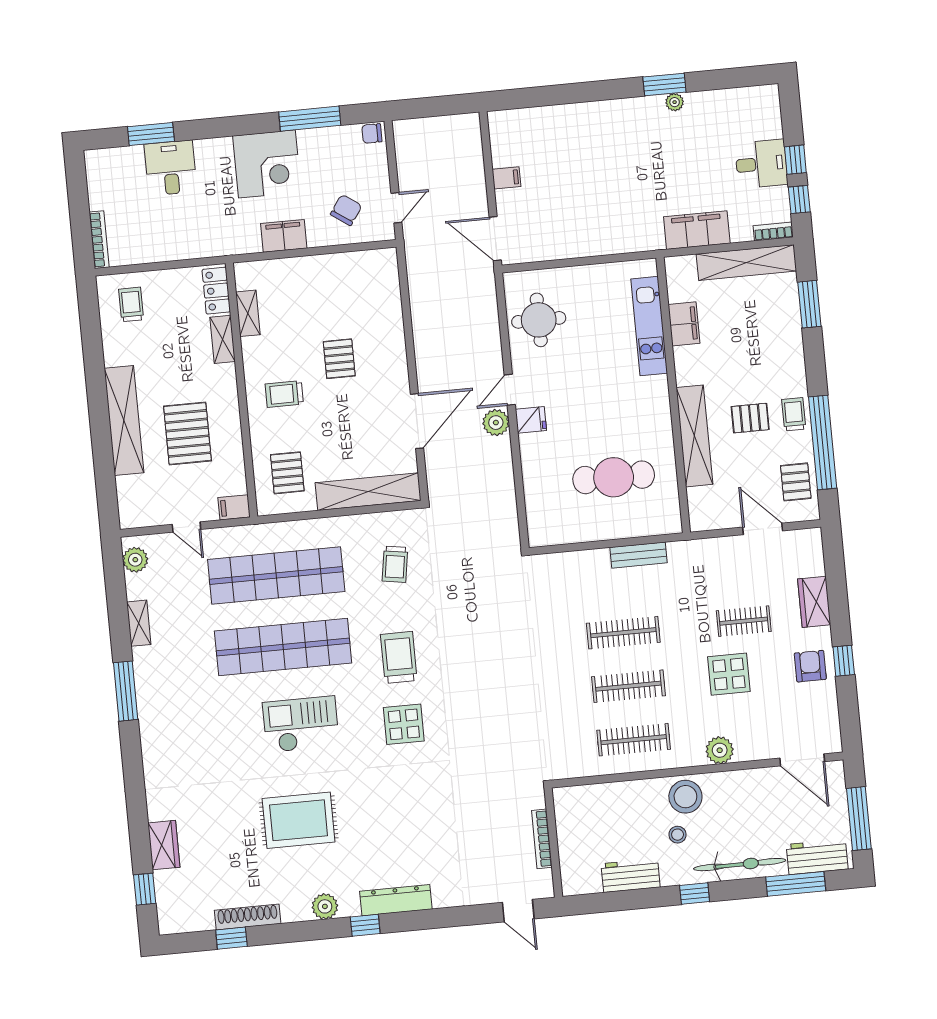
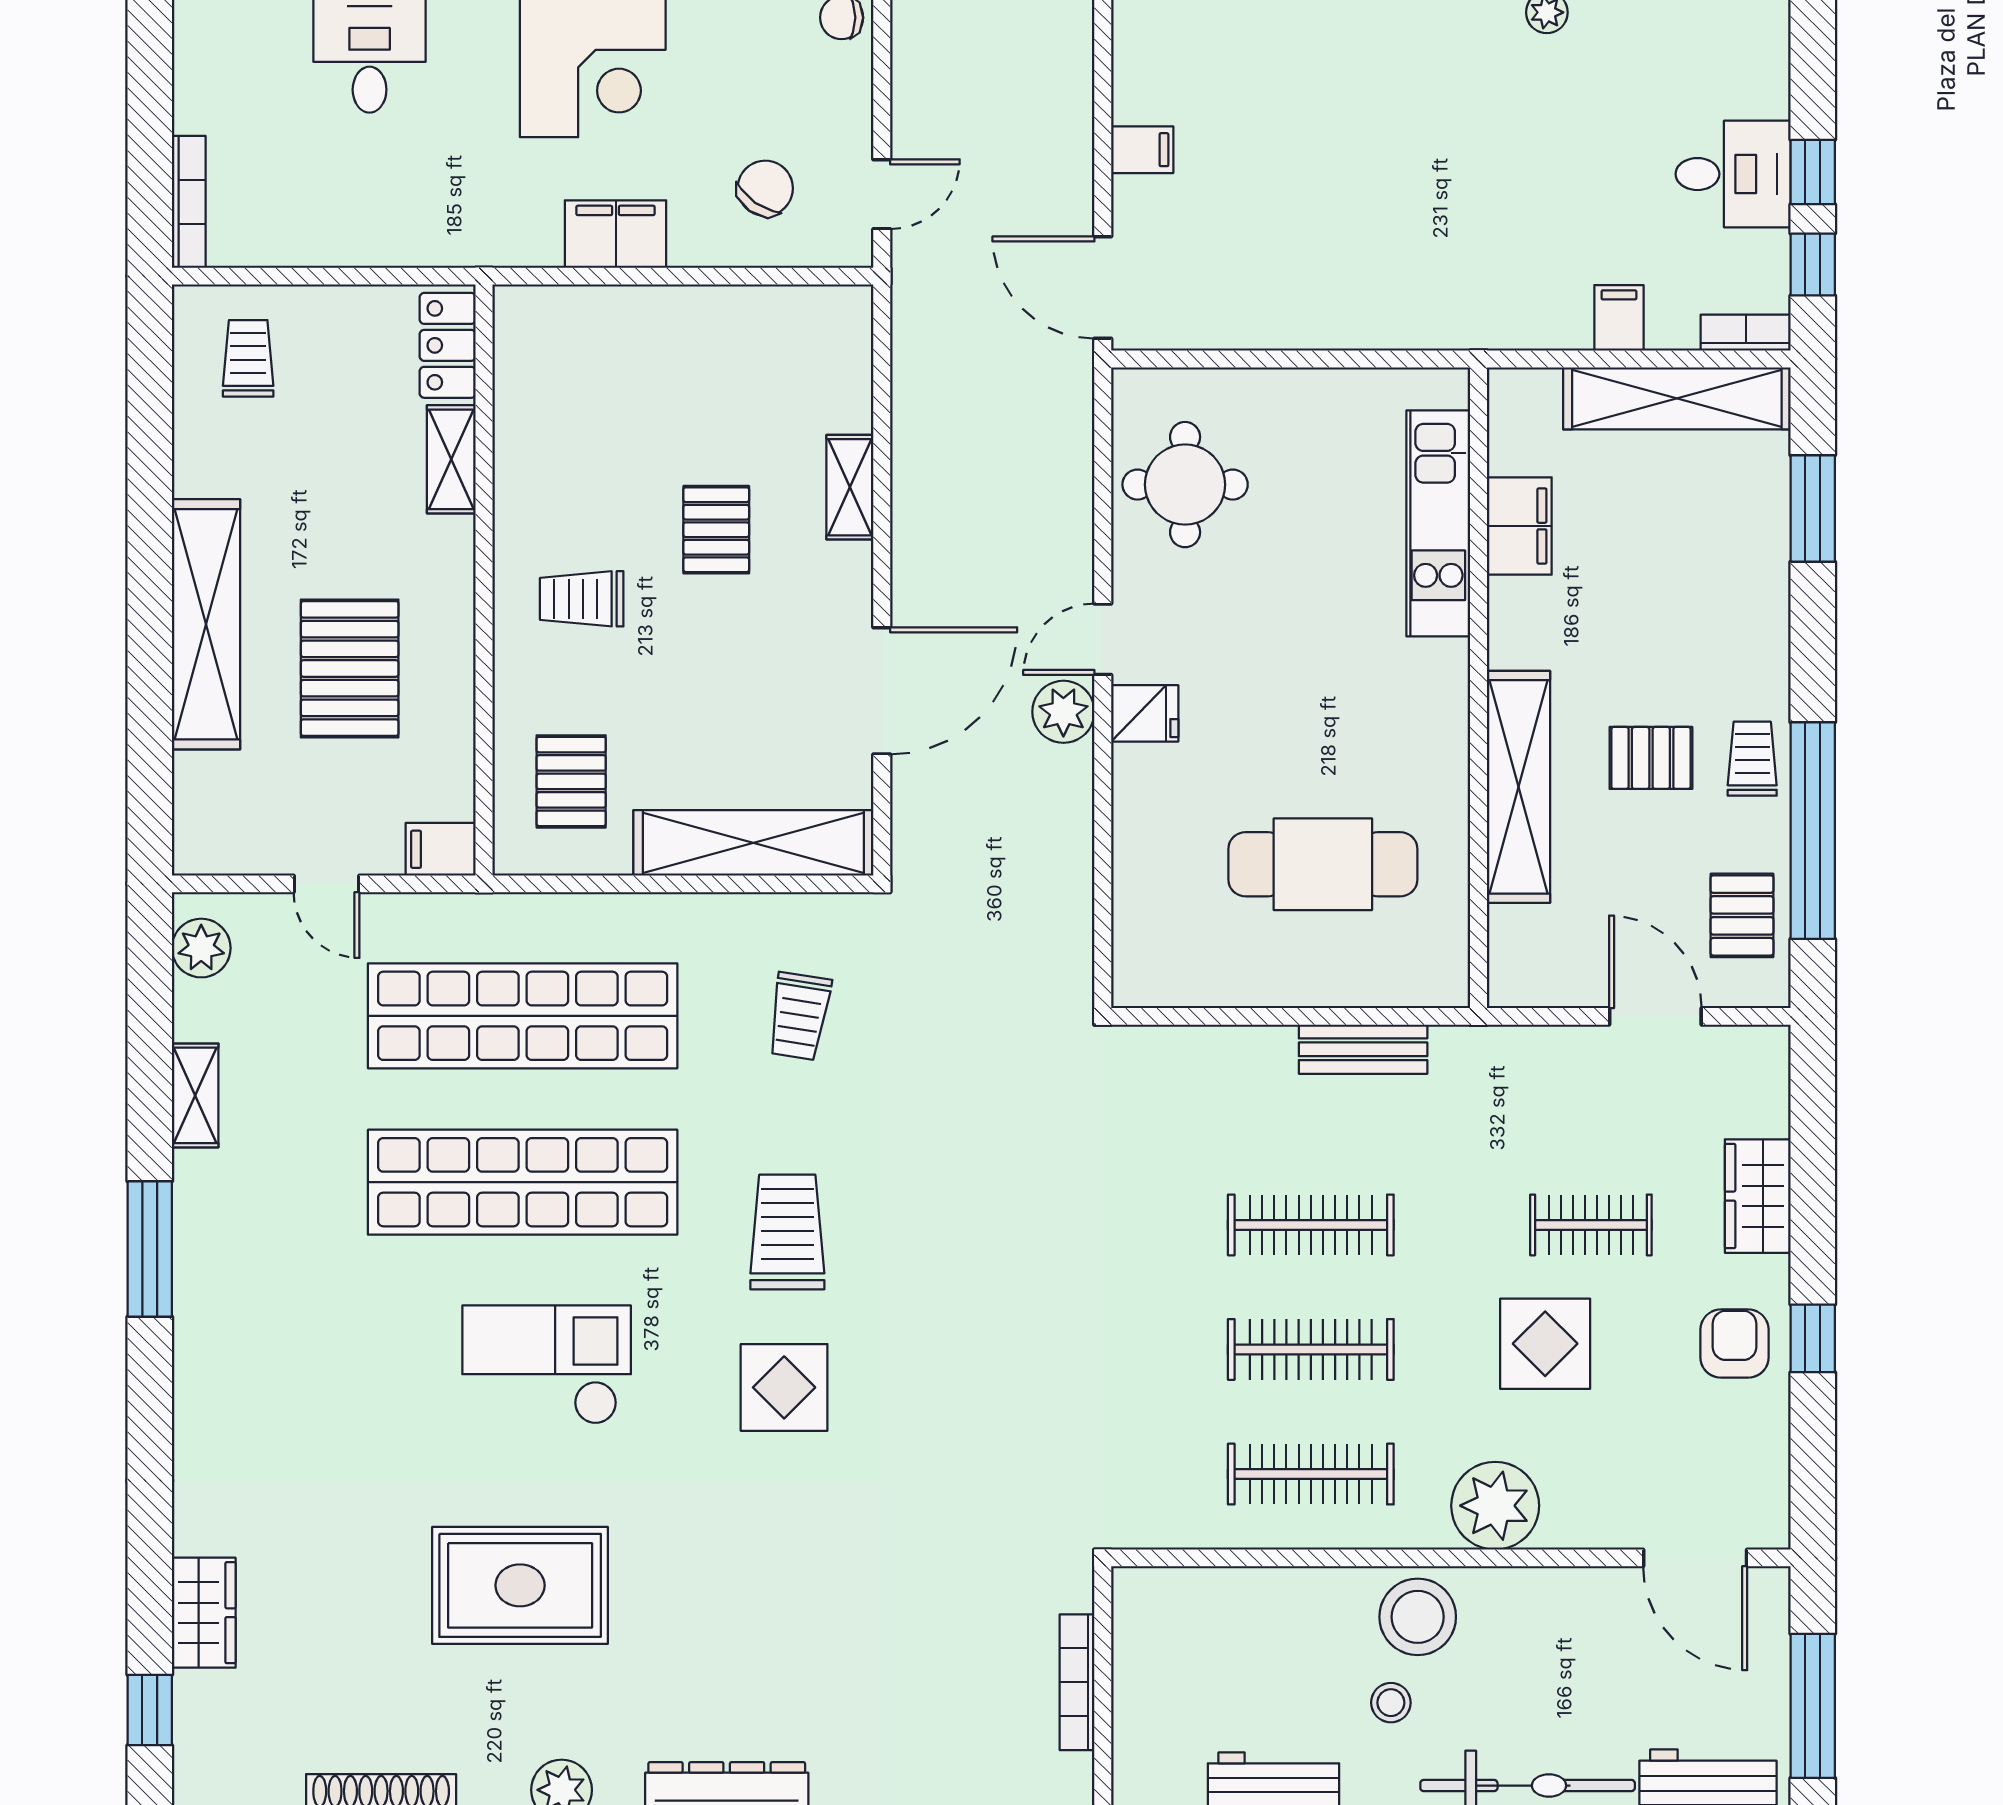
filing cabinet: (697, 230) -> (1619, 318), width x0.33, depth x0.86
shelving: (248, 313) -> (850, 487), moved
plant: (720, 750) -> (1495, 1506), width x1.36, depth x1.36

